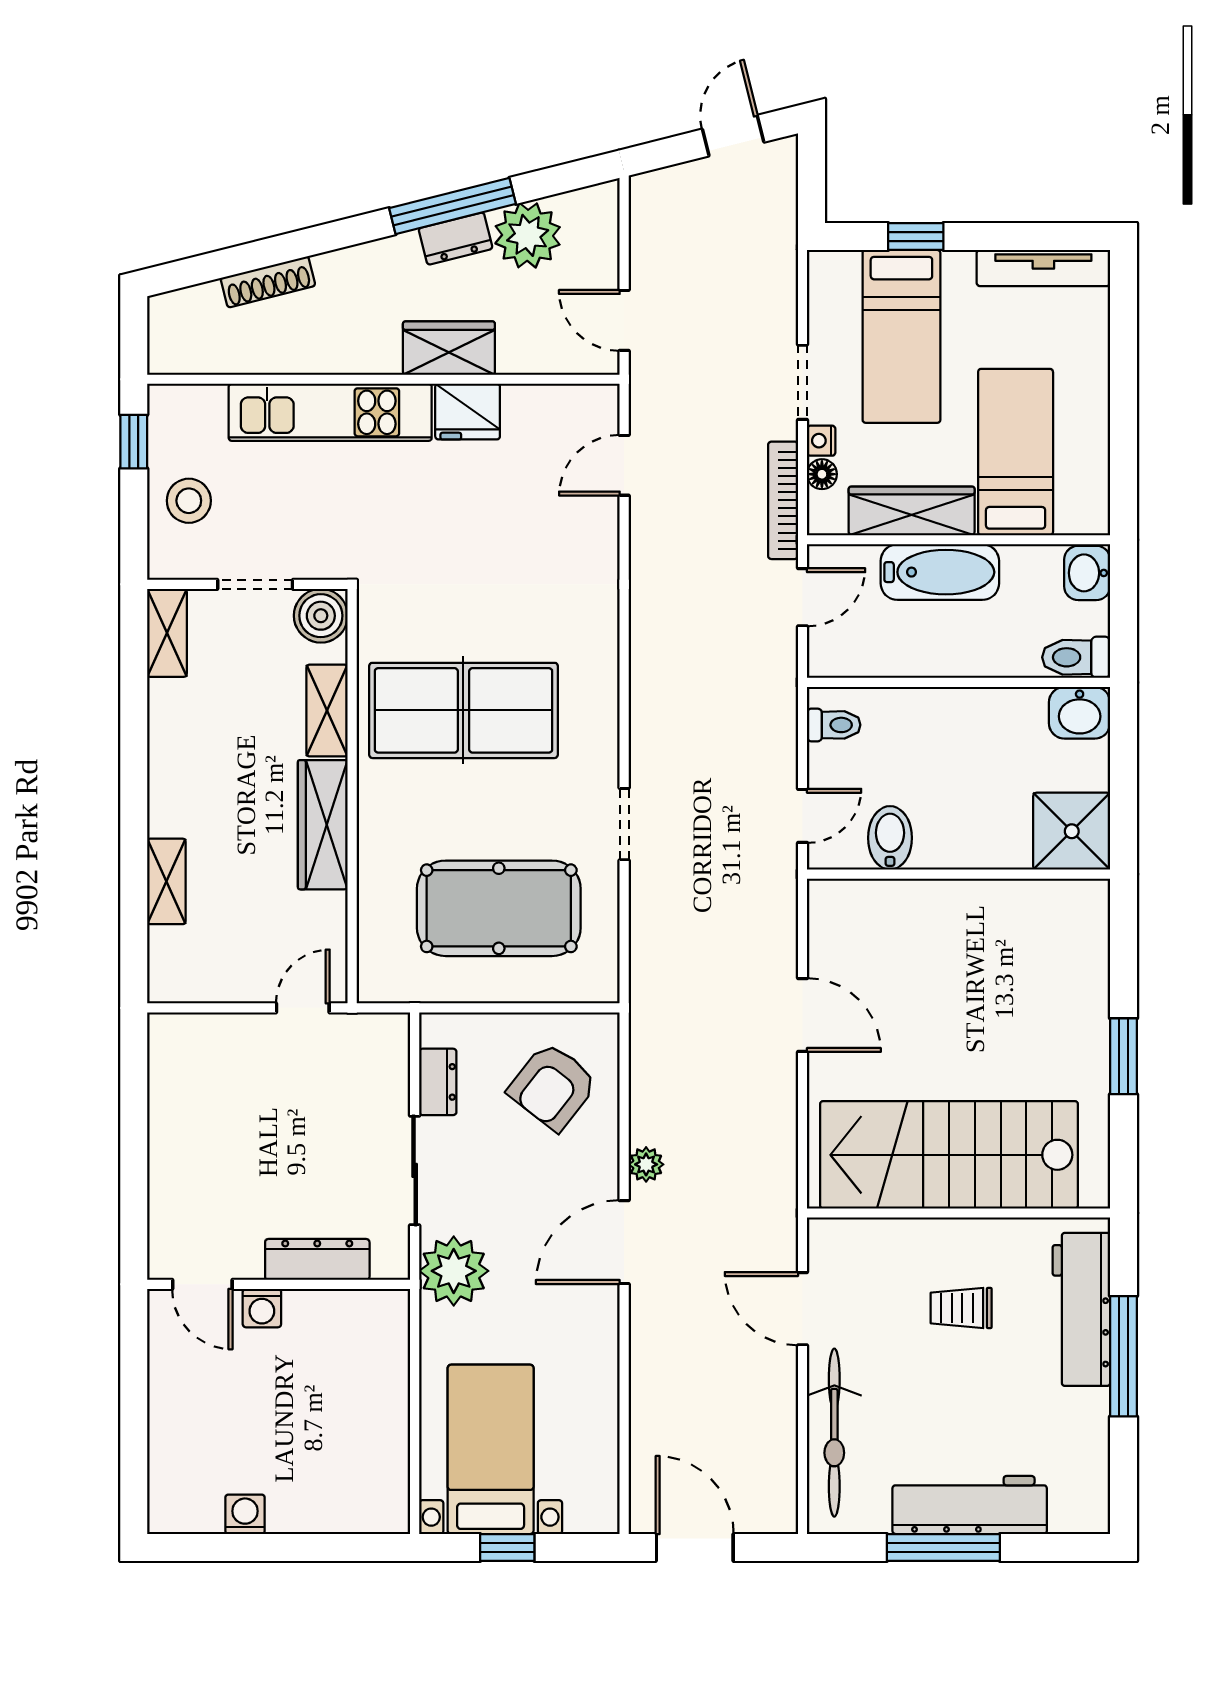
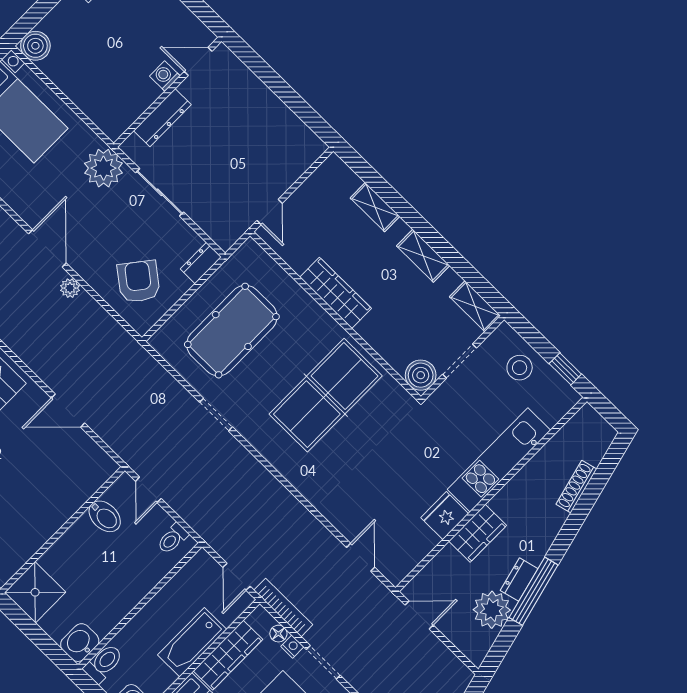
shelving: (327, 711) -> (423, 256), moved
dresser: (438, 1082) -> (201, 263), moved, turned 90
boiler: (384, 1508) -> (35, 46), added

